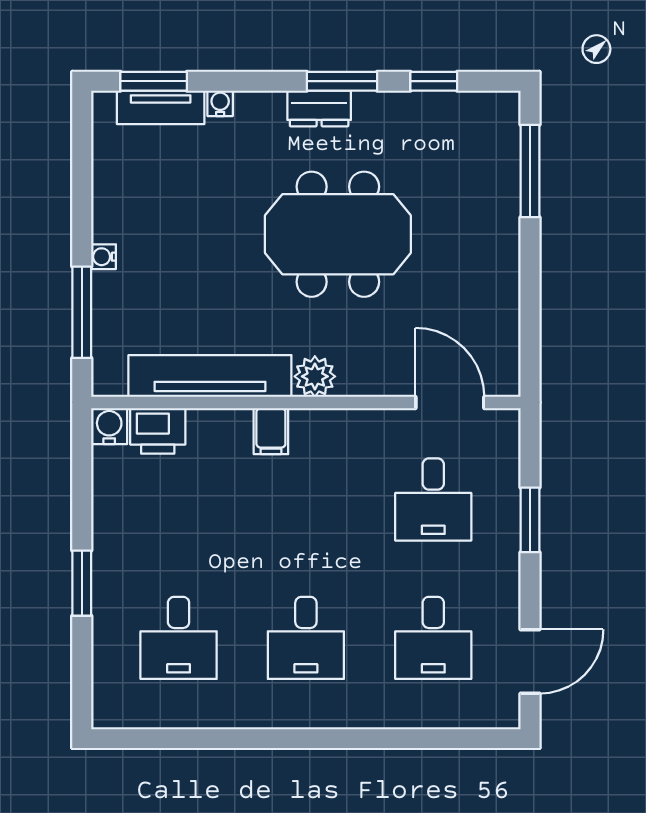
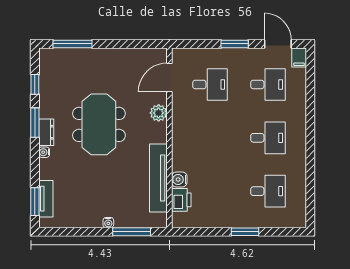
water cooler: (220, 103) -> (44, 152), moved
plant: (315, 376) -> (159, 113), moved
water cooler: (109, 426) -> (179, 180), moved
filing cabinet: (271, 431) -> (299, 58), moved, turned 90
window: (530, 520) -> (235, 44), moved

